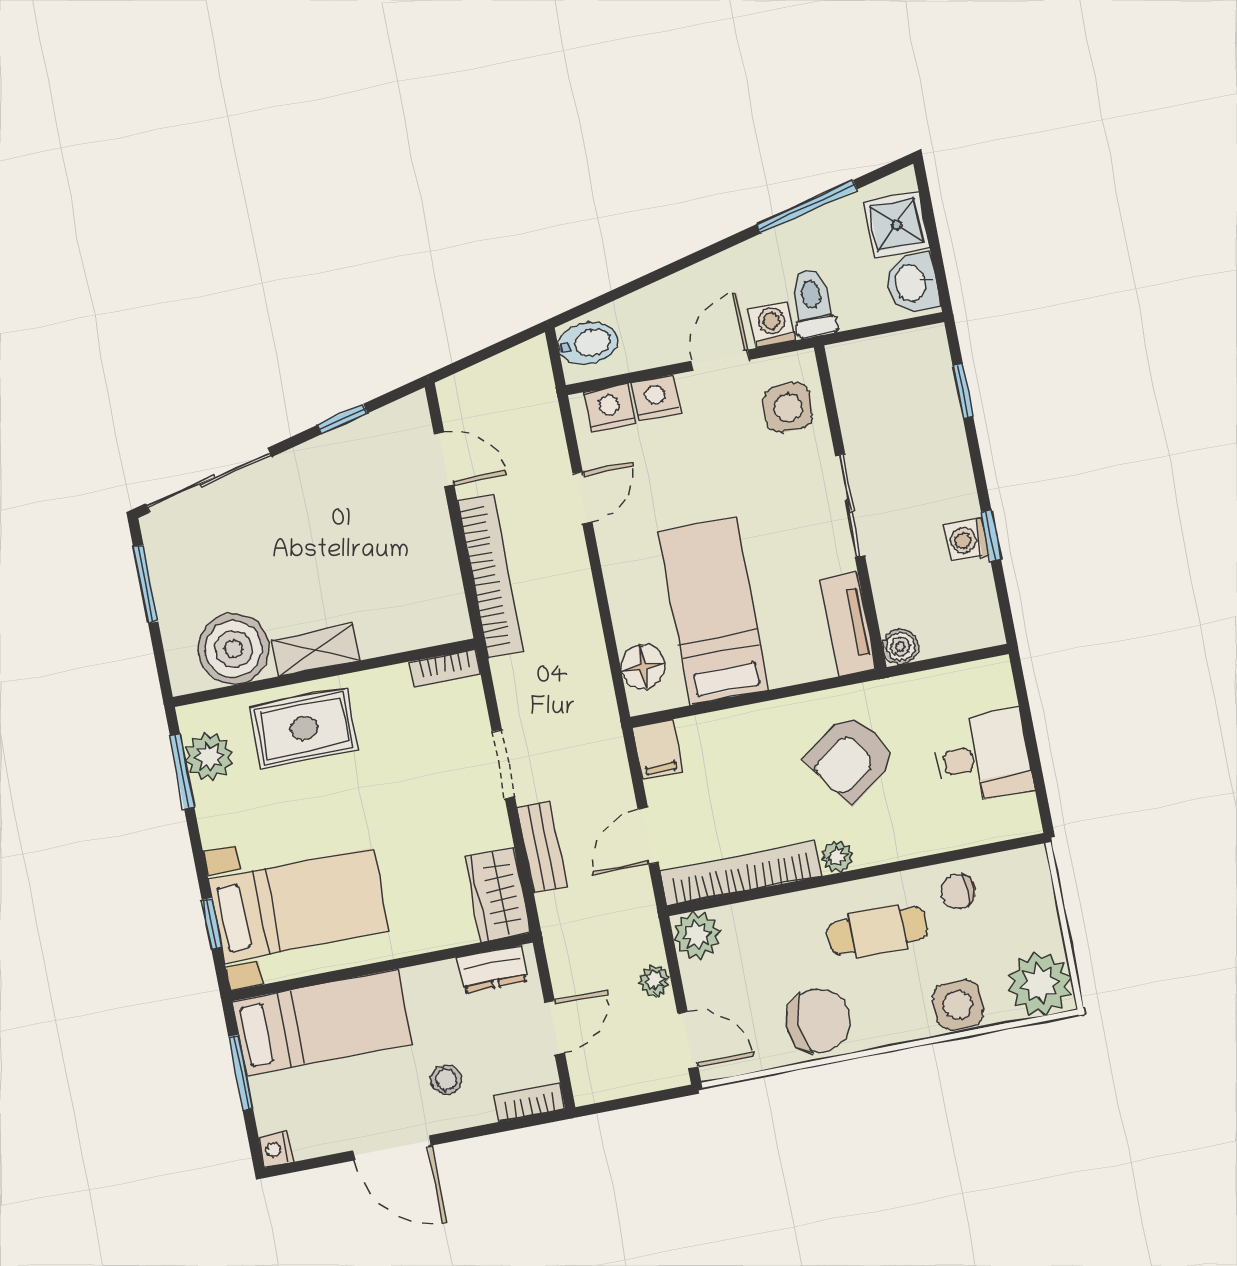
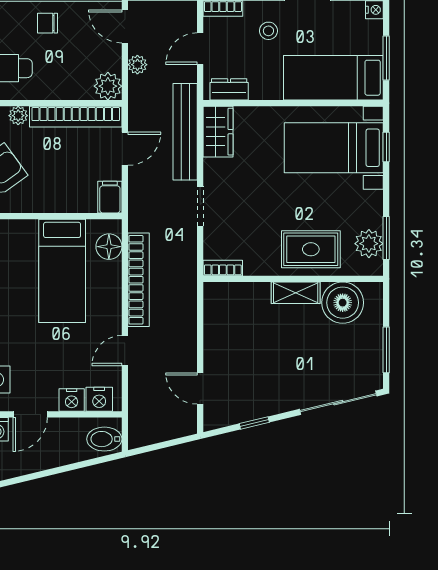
bookcase: (491, 576) -> (139, 280), moved, turned 180
bench: (542, 847) -> (185, 132), width x1.86, depth x1.21
chair: (818, 1021) -> (47, 23), width x0.54, depth x0.54

